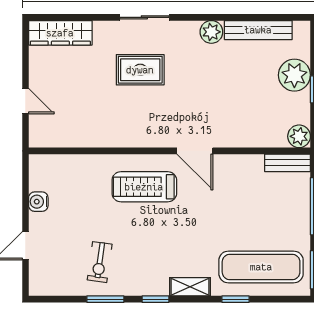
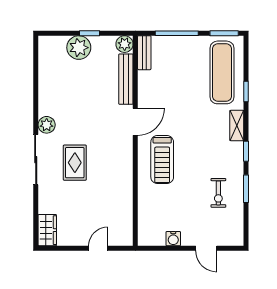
sliding door: (144, 17) -> (36, 160), width x1.37
bench: (258, 30) -> (126, 79), moved
plant: (211, 32) -> (47, 125), moved
wardrobe: (60, 33) -> (47, 230), width x0.67
exercise bike: (100, 262) -> (218, 193), turned 82

